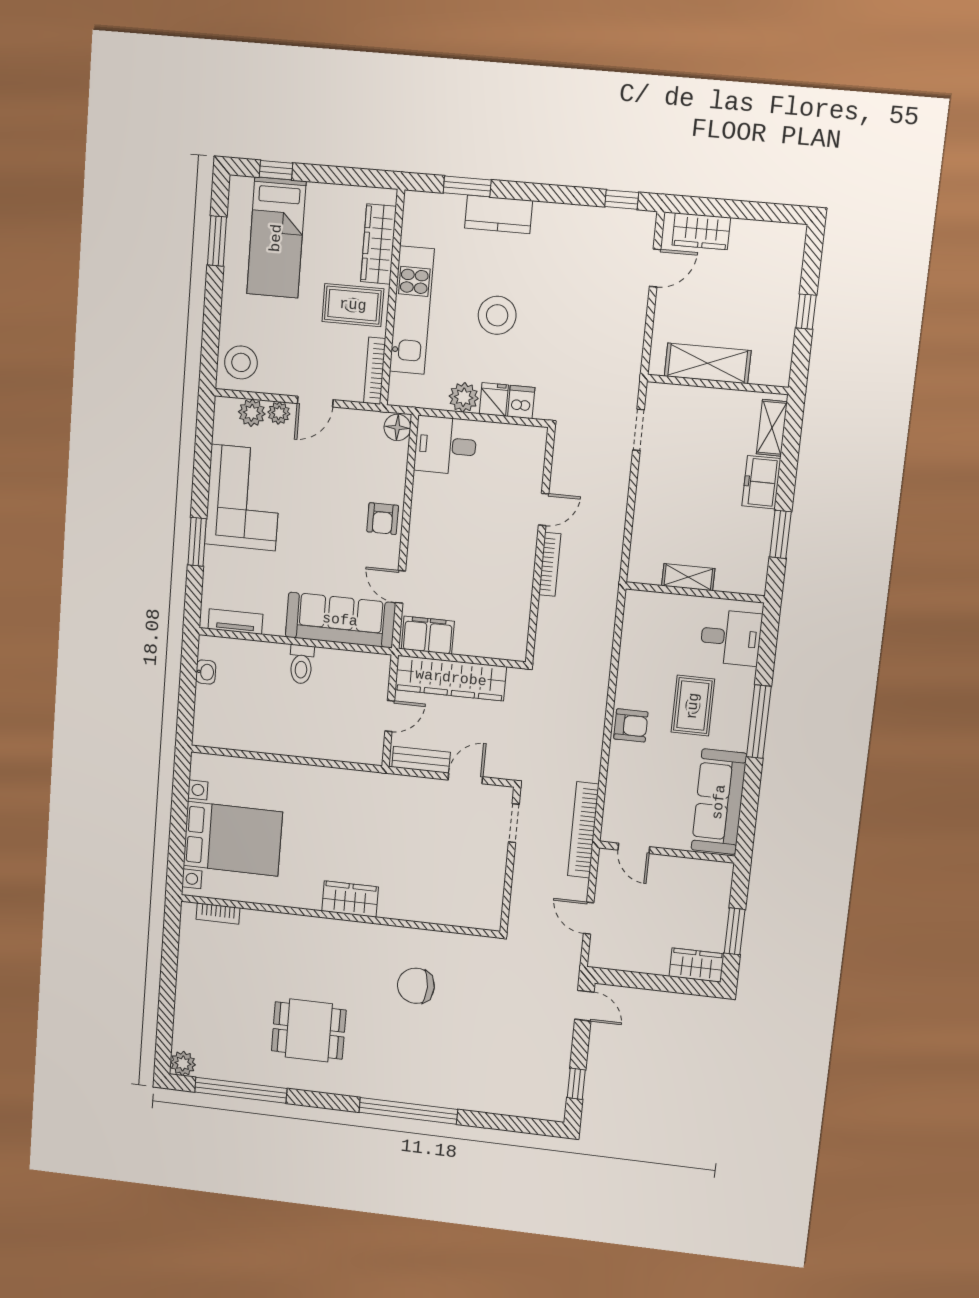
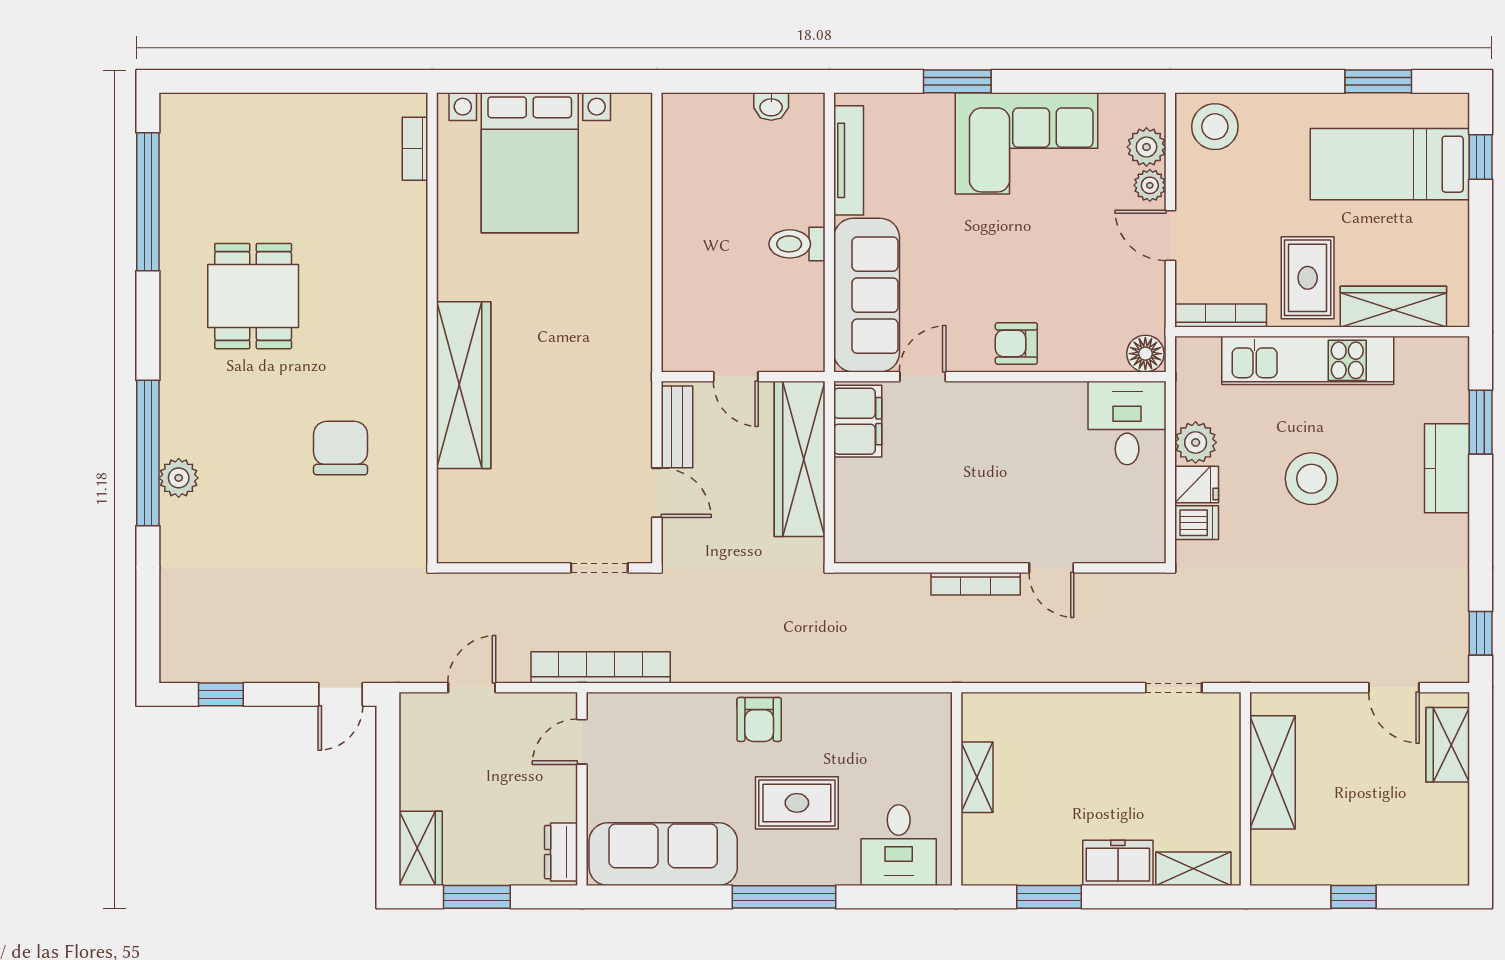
tv unit: (235, 622) -> (849, 160), width x1.41
dresser: (710, 871) -> (561, 852), added
wardrobe: (350, 899) -> (464, 385), width x2.10, depth x1.17
plant: (183, 1063) -> (179, 478), moved

